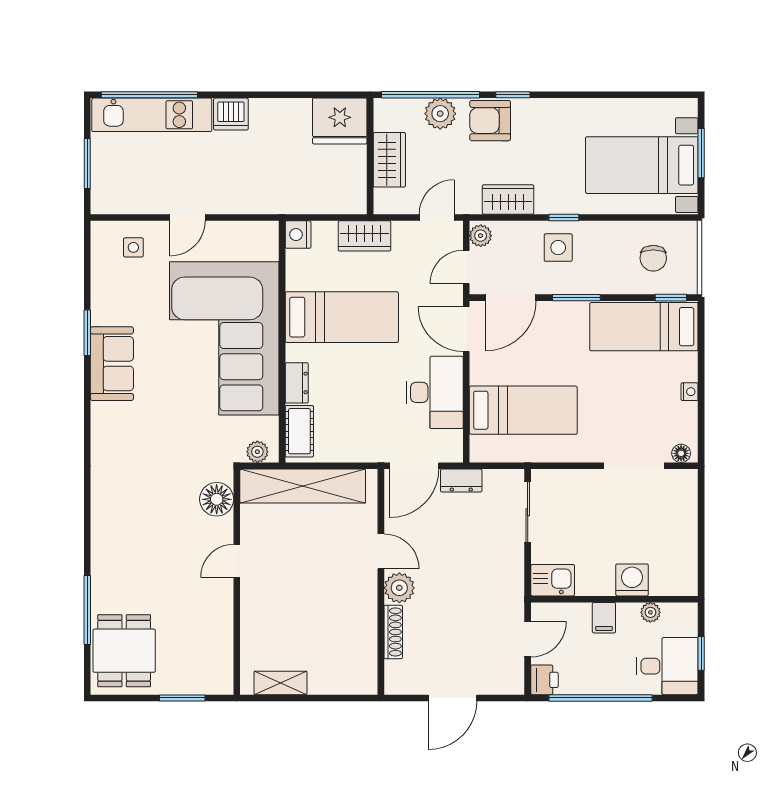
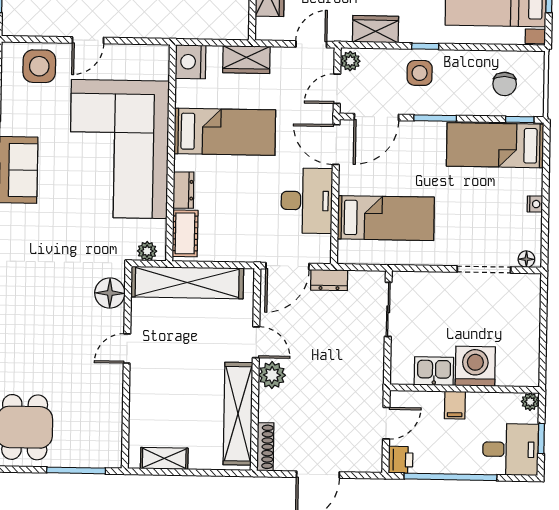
nightstand: (298, 235) -> (191, 62), width x1.36, depth x1.33
side table: (133, 247) -> (39, 66), width x1.87, depth x1.87
kitchen sink: (553, 580) -> (434, 371), moved
washing machine: (632, 580) -> (475, 366), width x1.37, depth x1.37
plant: (650, 612) -> (530, 402), moved
shelving: (362, 632) -> (238, 414), added
shoe rack: (393, 632) -> (265, 447), moved
window: (182, 698) -> (76, 470), width x1.44

